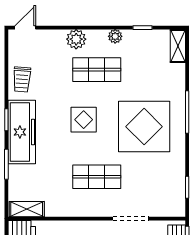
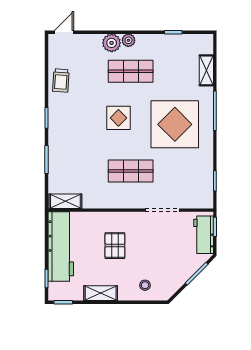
plant: (115, 36) -> (128, 40), moved
shelving: (178, 46) -> (206, 70), moved
freezer: (22, 132) -> (61, 129), removed

